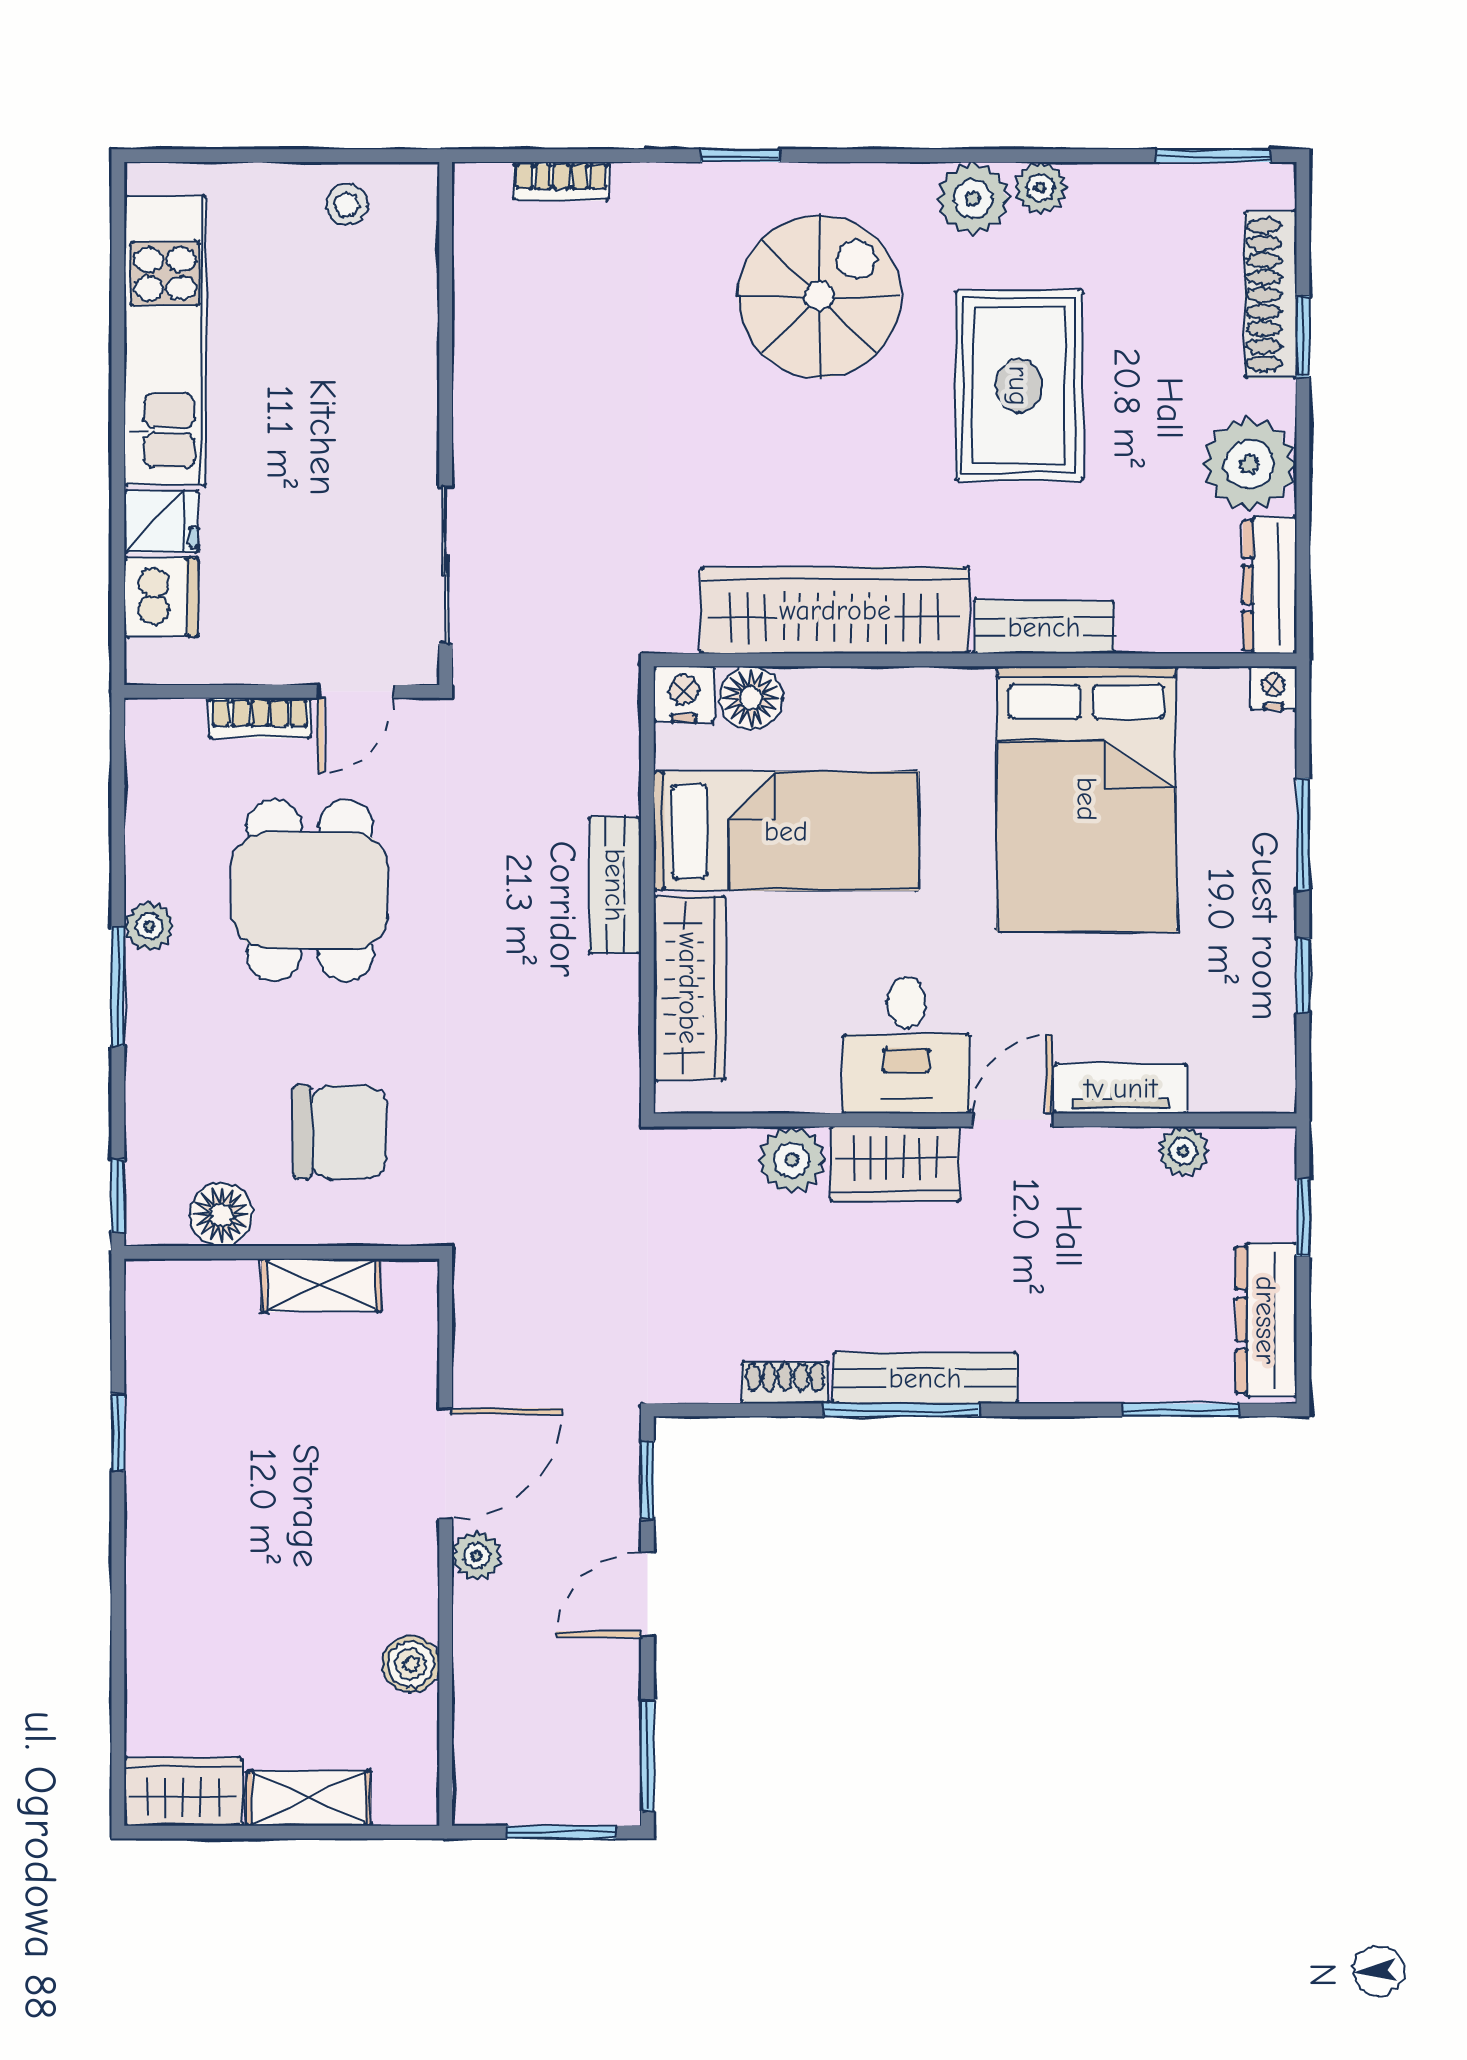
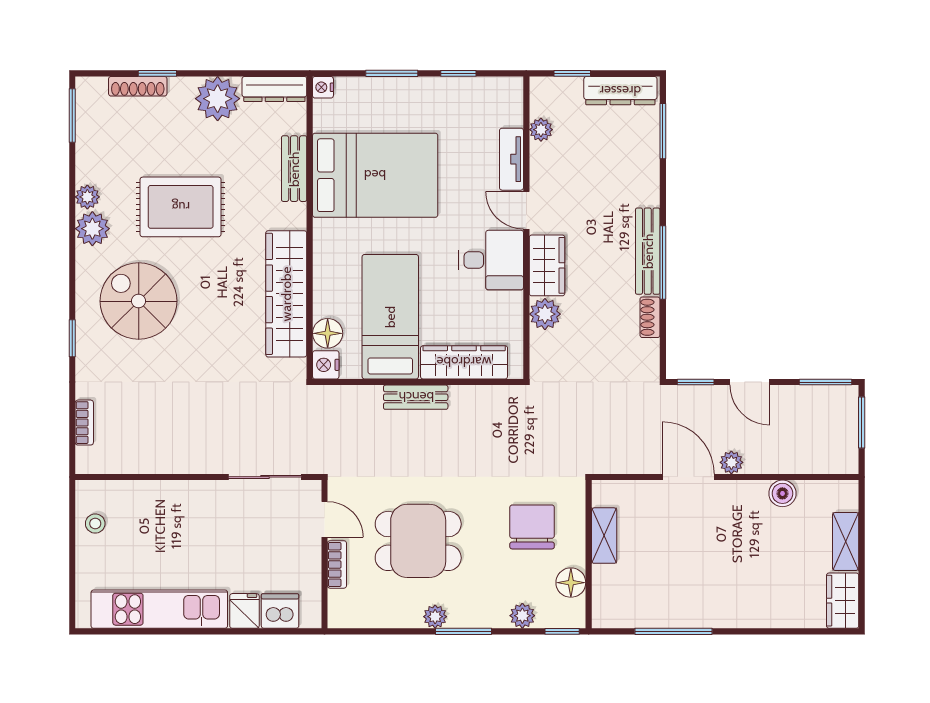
shoe rack: (1271, 295) -> (138, 86), width x0.74, depth x0.81
bench: (1044, 627) -> (294, 169), moved
plant: (151, 1112) -> (522, 616), added
window: (118, 1432) -> (673, 631), width x2.17

